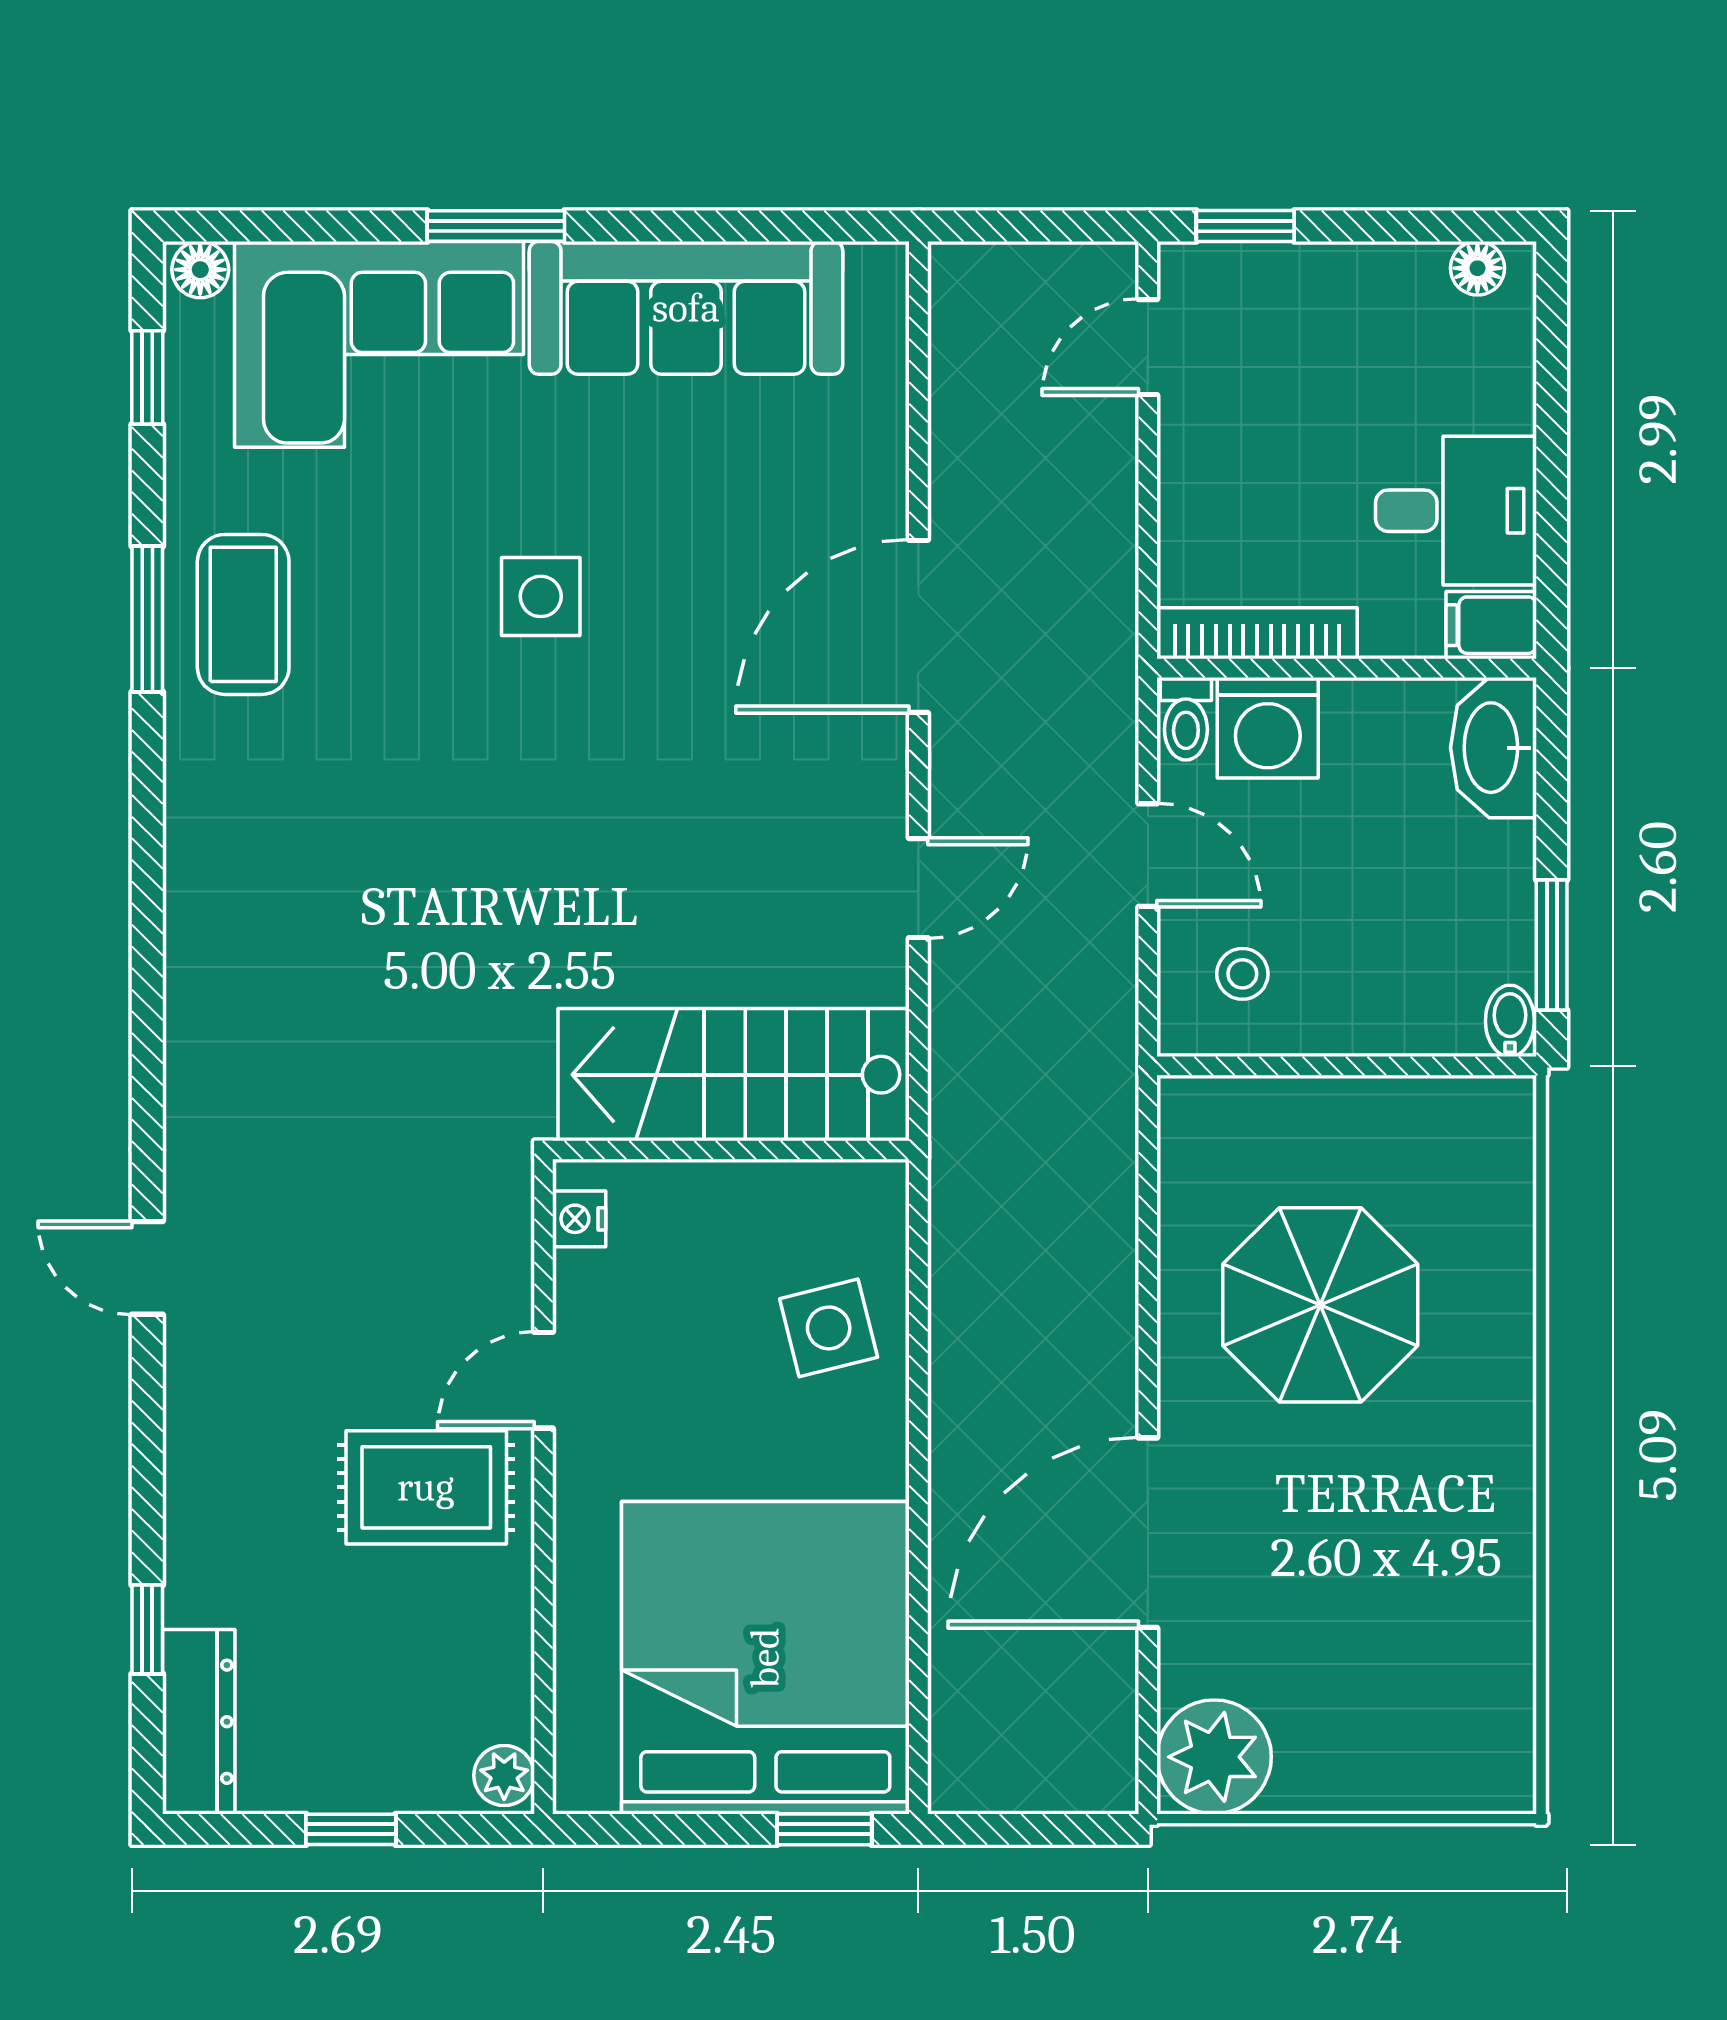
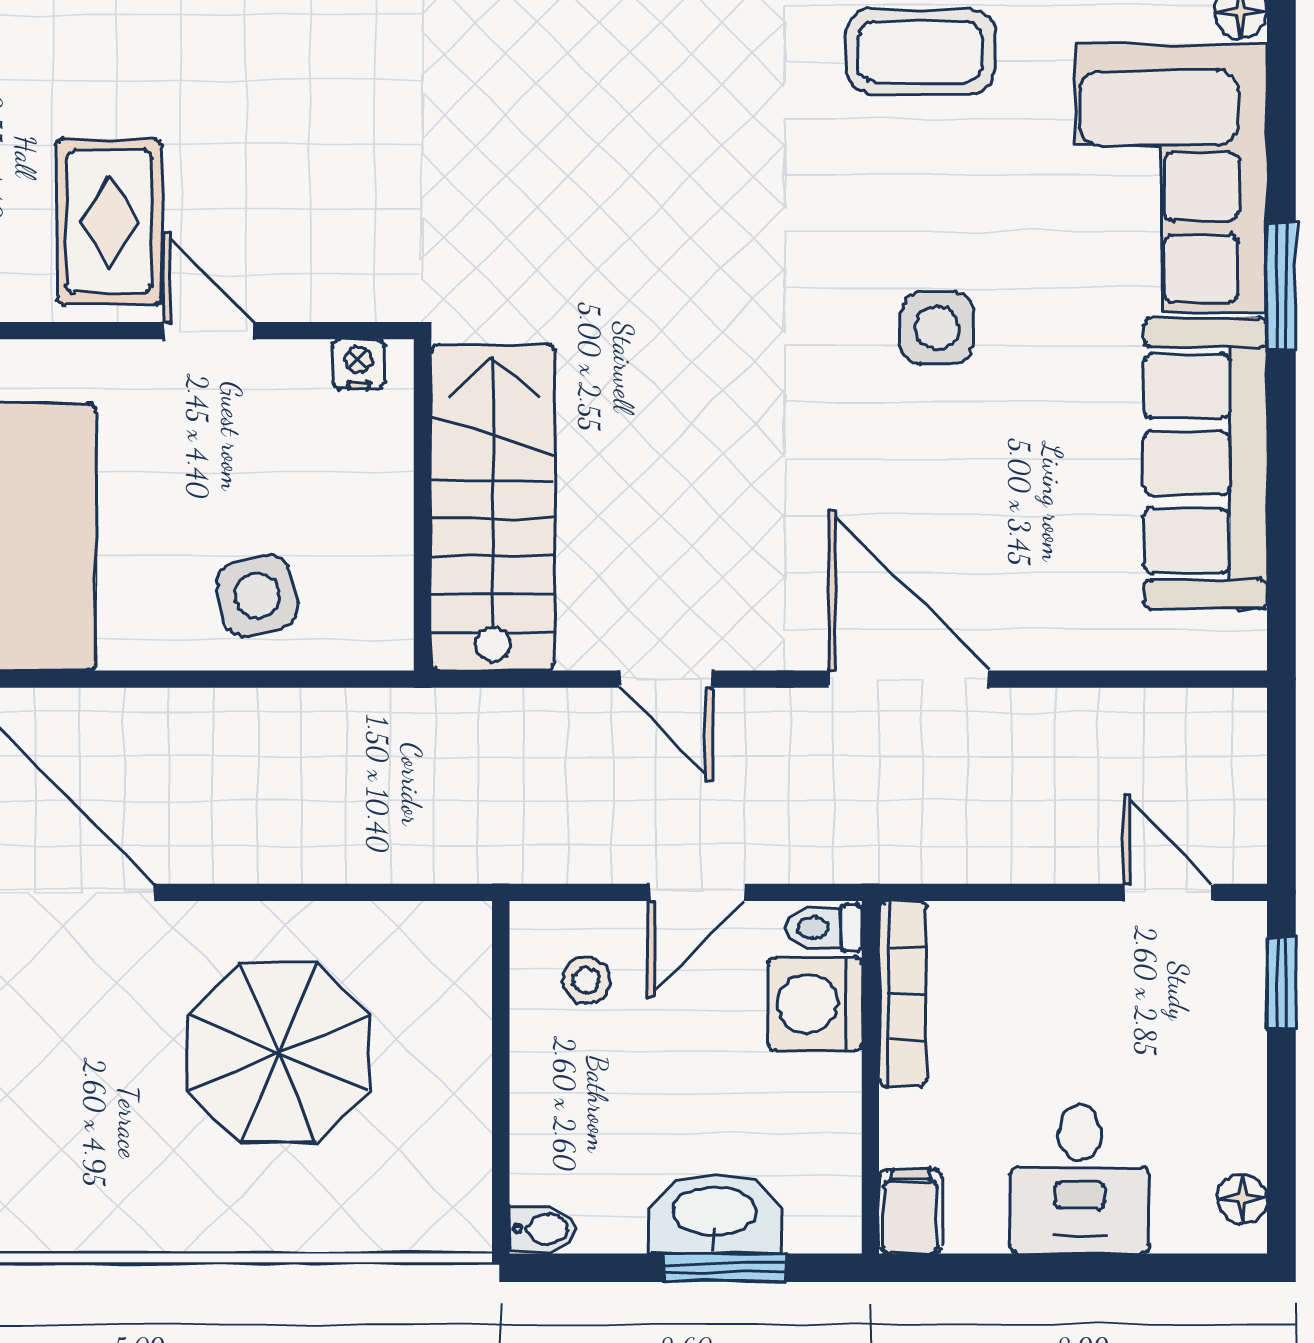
desk: (1456, 511) -> (1080, 1179), moved
washbasin: (1493, 748) -> (714, 1214), moved
window: (1552, 945) -> (725, 1268), moved

